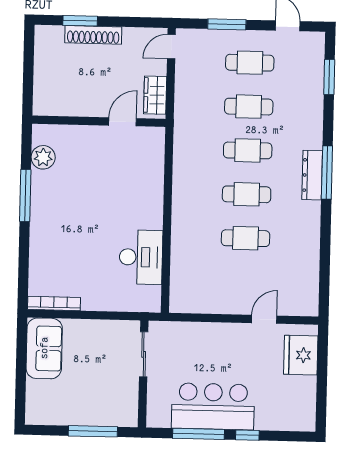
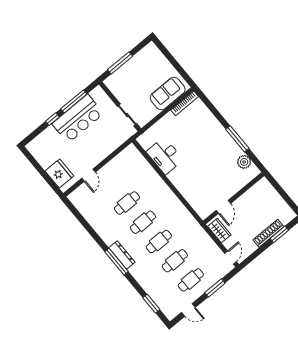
sofa: (44, 348) -> (168, 93), moved, turned 90

